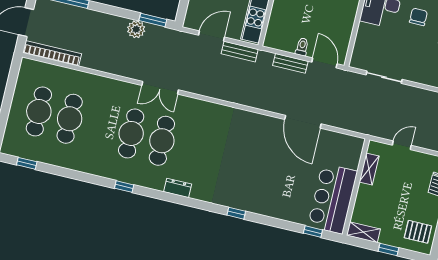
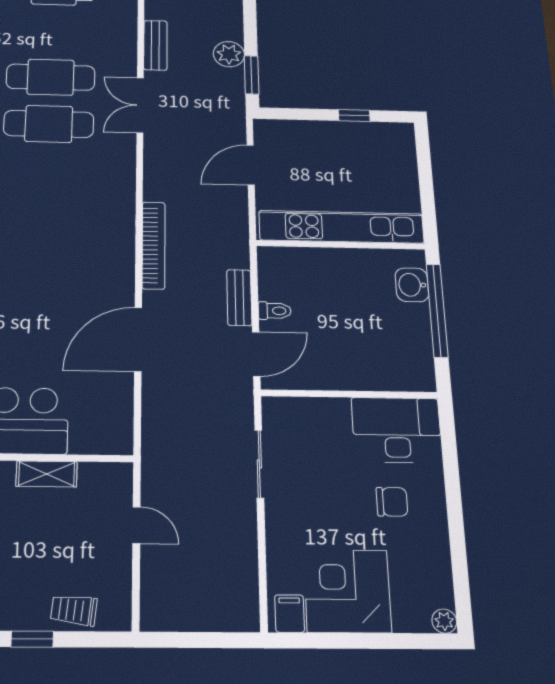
door: (211, 36) -> (251, 165), swing flipped
bench: (240, 52) -> (155, 45), moved
bookcase: (250, 101) -> (154, 245), added
shelving: (369, 169) -> (47, 474), moved

